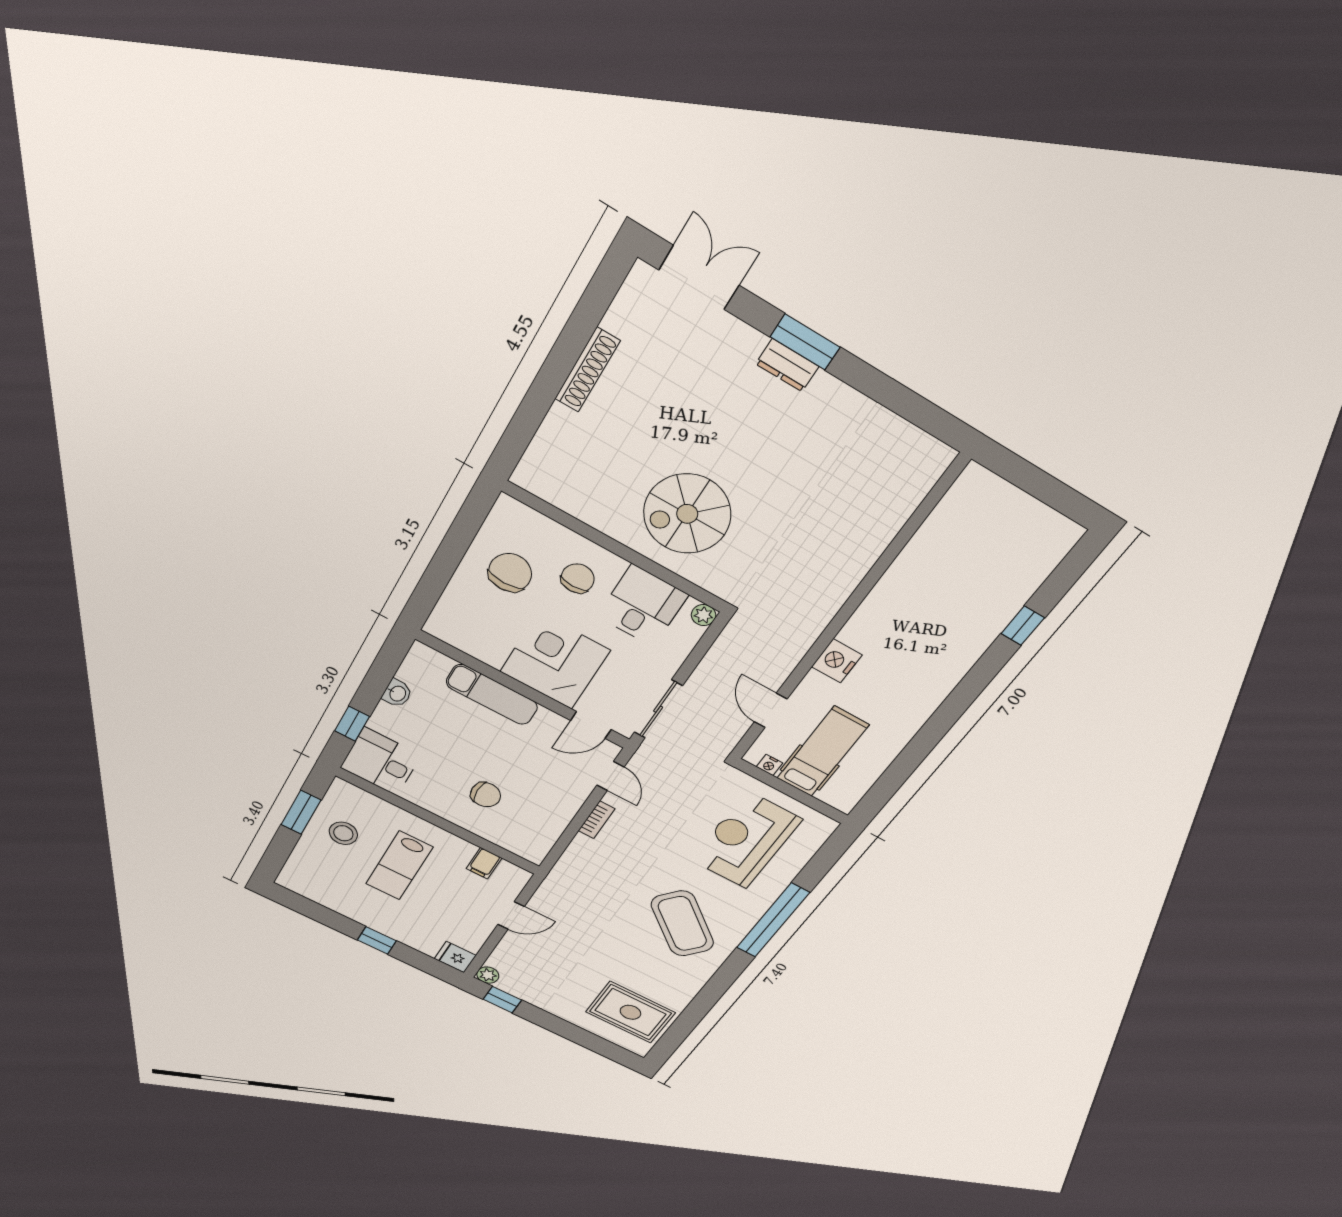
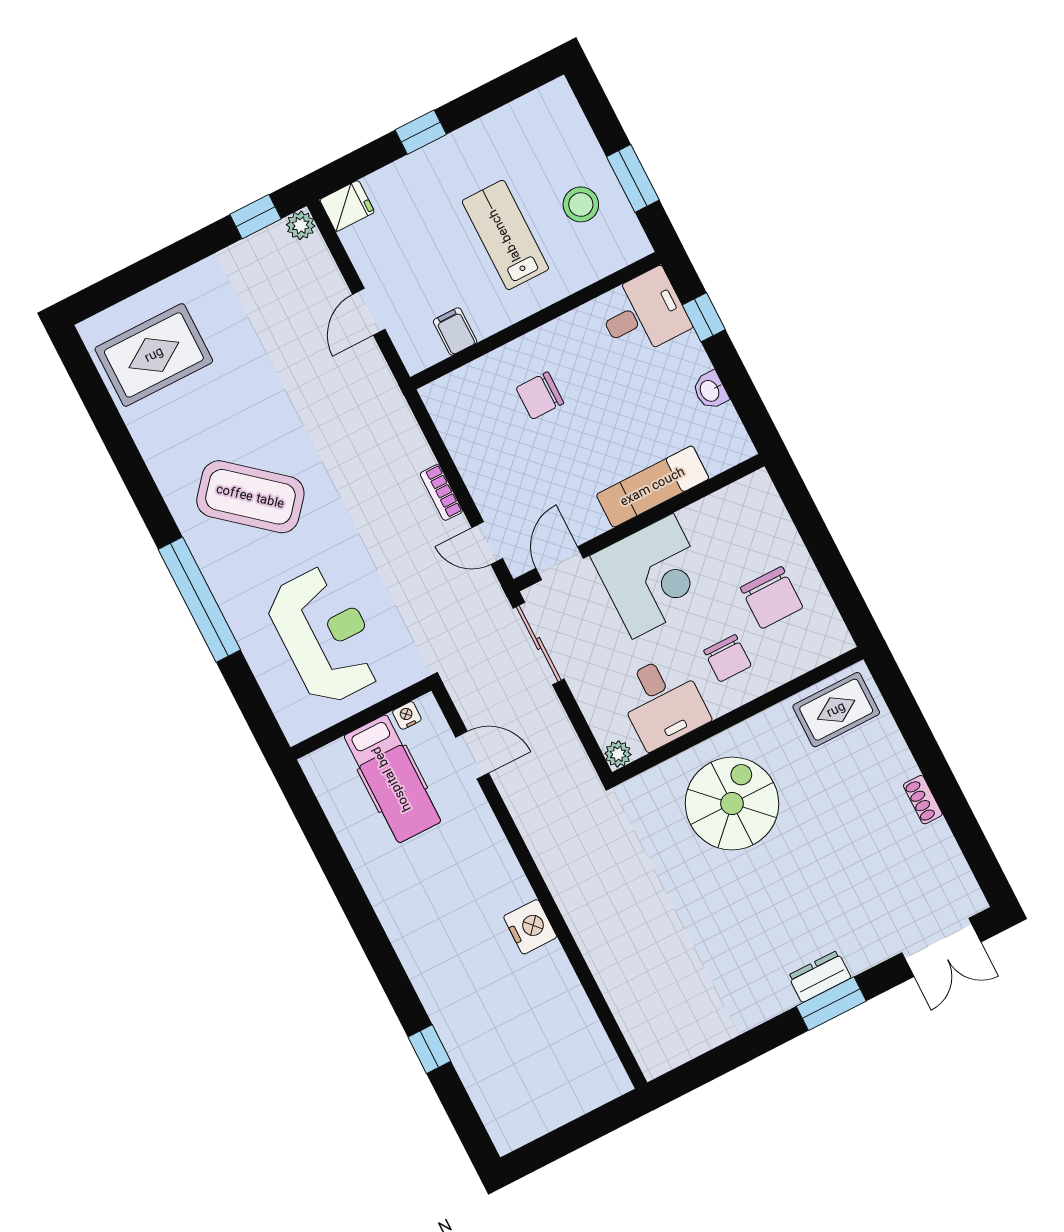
shoe rack: (587, 370) -> (923, 800), width x0.51, depth x0.81
rug: (560, 478) -> (836, 710), added
nightstand: (837, 661) -> (530, 927), moved

